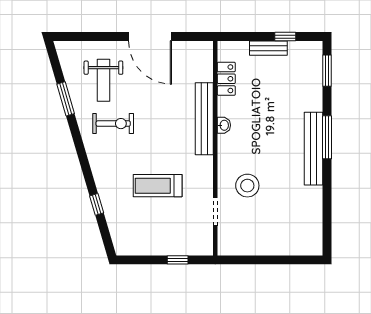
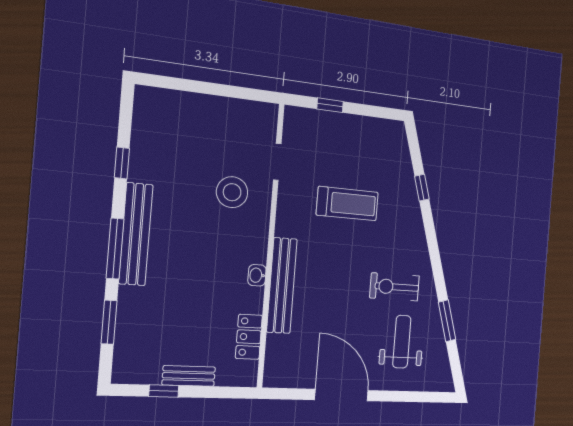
window: (327, 71) -> (109, 322), moved
window: (327, 198) -> (122, 163), added

